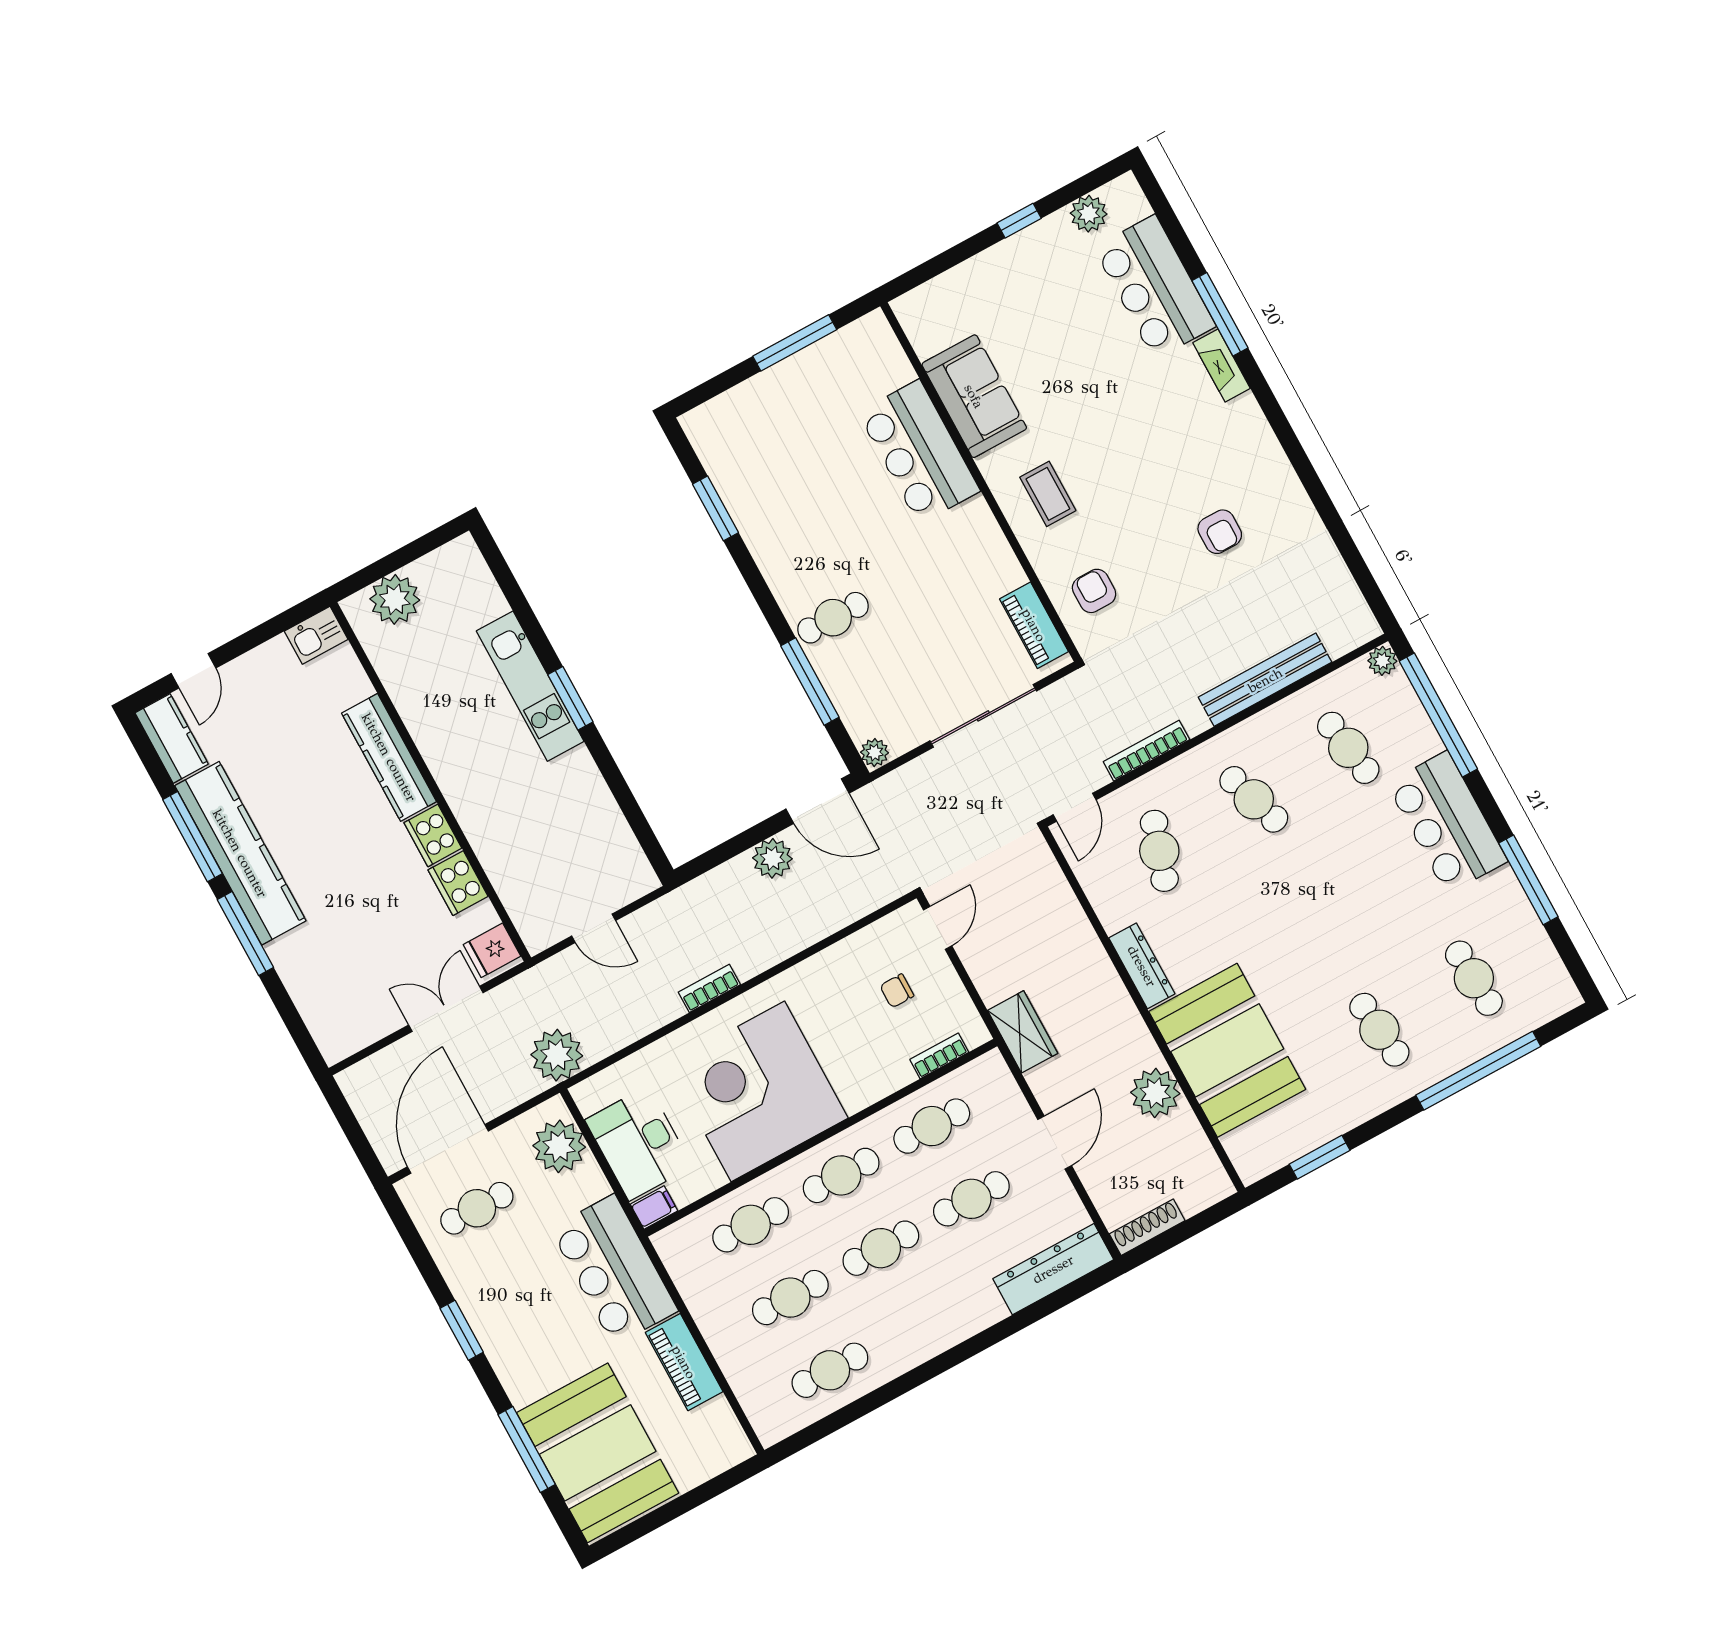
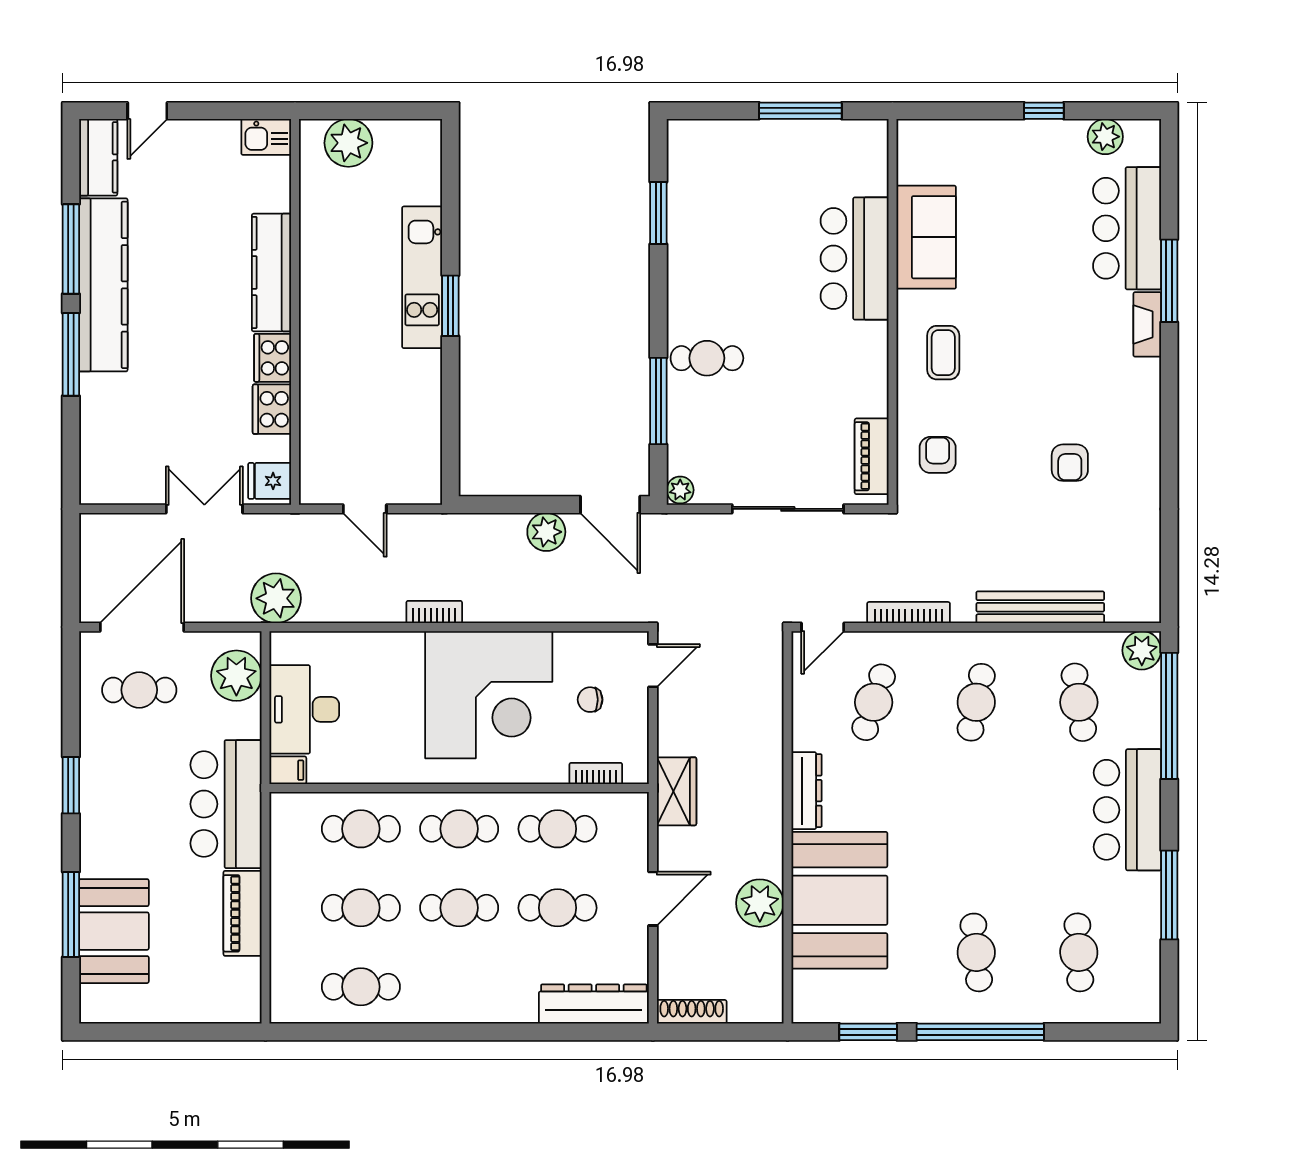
plant: (1382, 661) -> (1142, 650), width x1.38, depth x1.38
cafe table: (1254, 799) -> (976, 702), turned 30
window: (1478, 1071) -> (980, 1032), moved
corner desk: (758, 1091) -> (489, 695), moved, turned 180
booth: (598, 1453) -> (114, 931), width x0.73, depth x0.70

